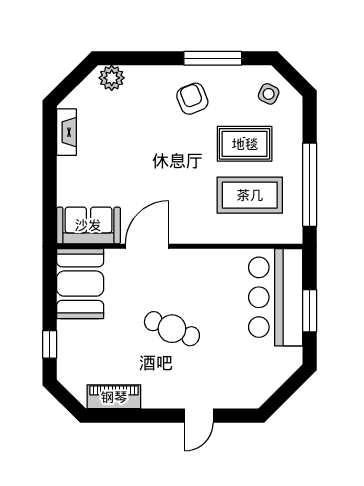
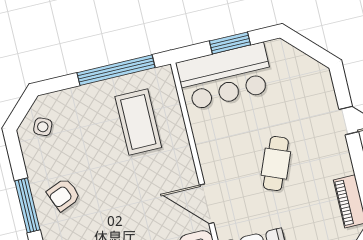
window: (213, 58) -> (27, 205), moved
rug: (245, 144) -> (93, 138), removed

